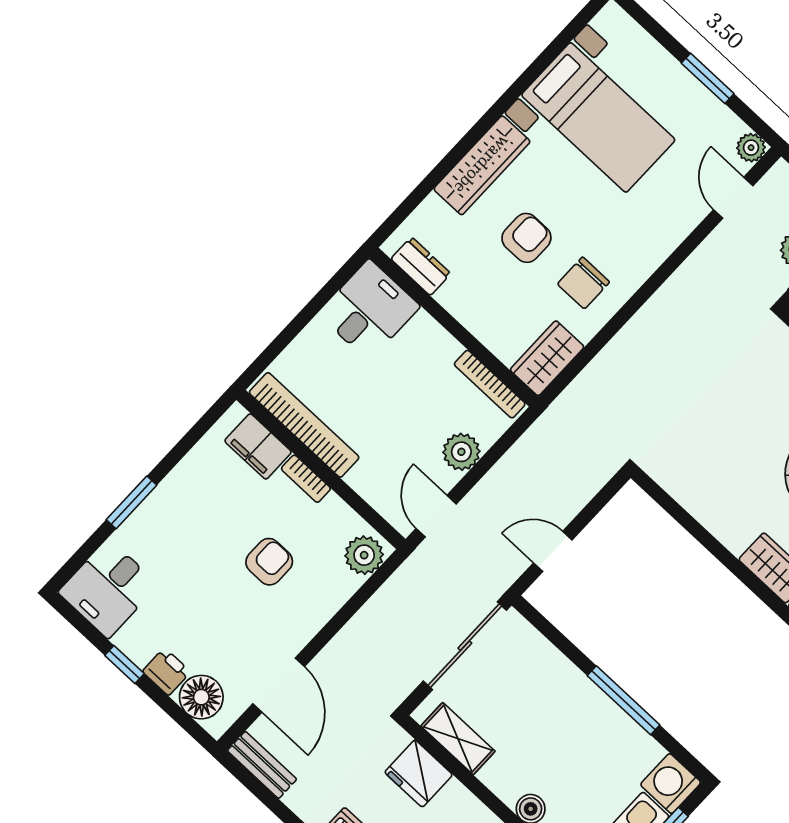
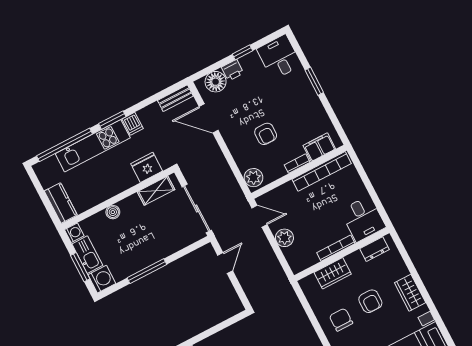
wardrobe: (482, 165) -> (410, 293), width x0.67
wardrobe: (547, 358) -> (333, 273), moved, turned 90
bookcase: (490, 384) -> (336, 248), moved

